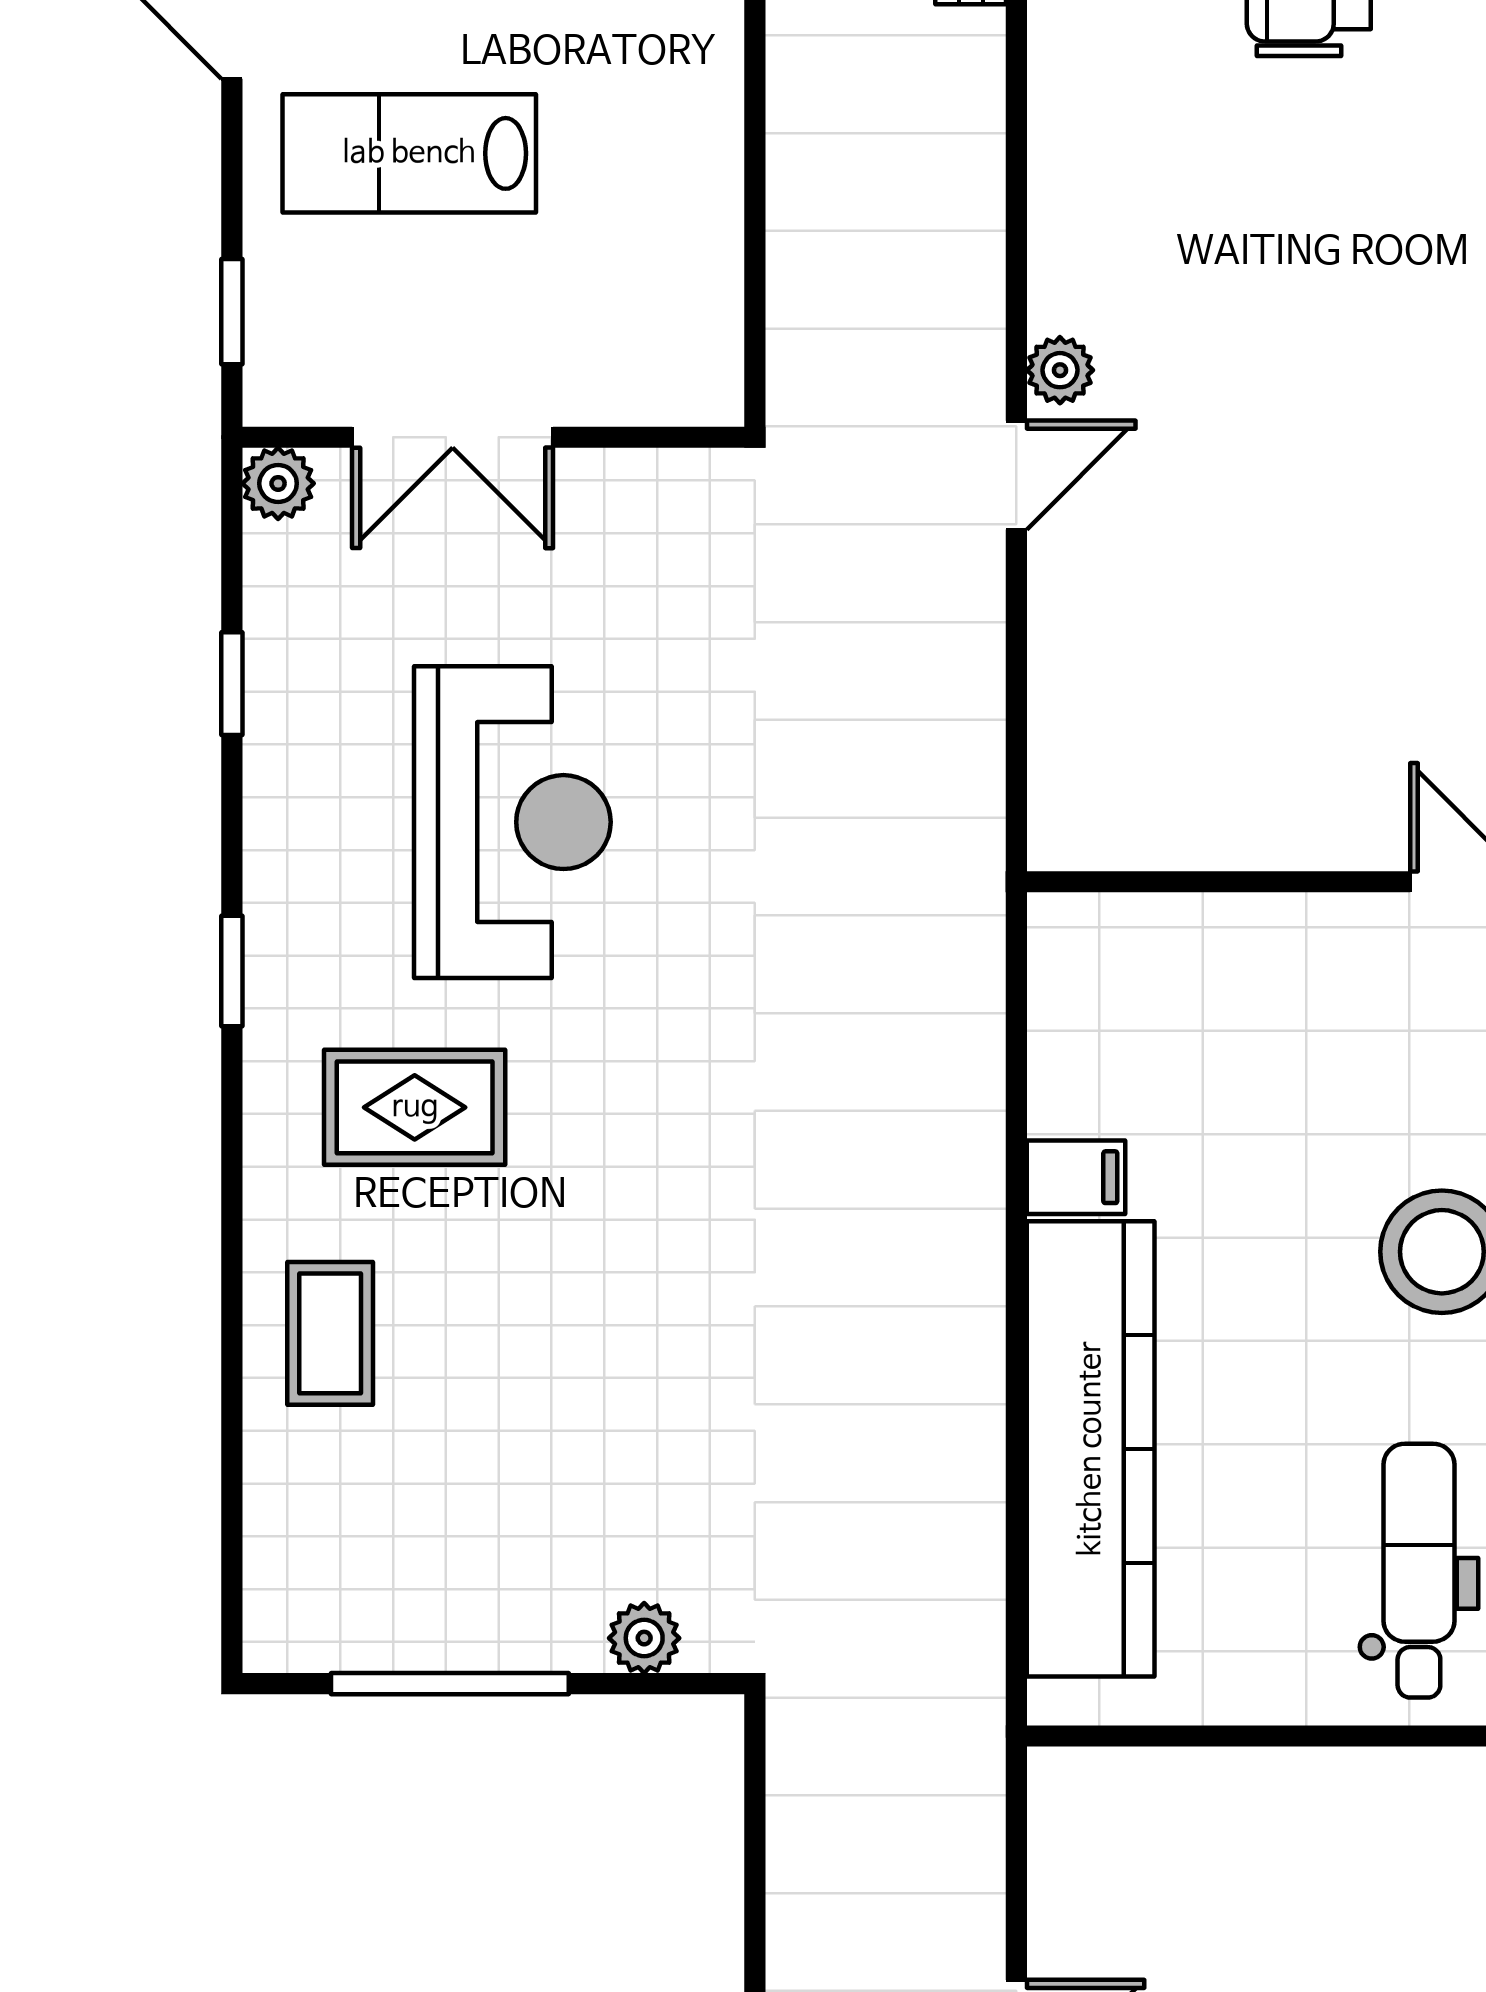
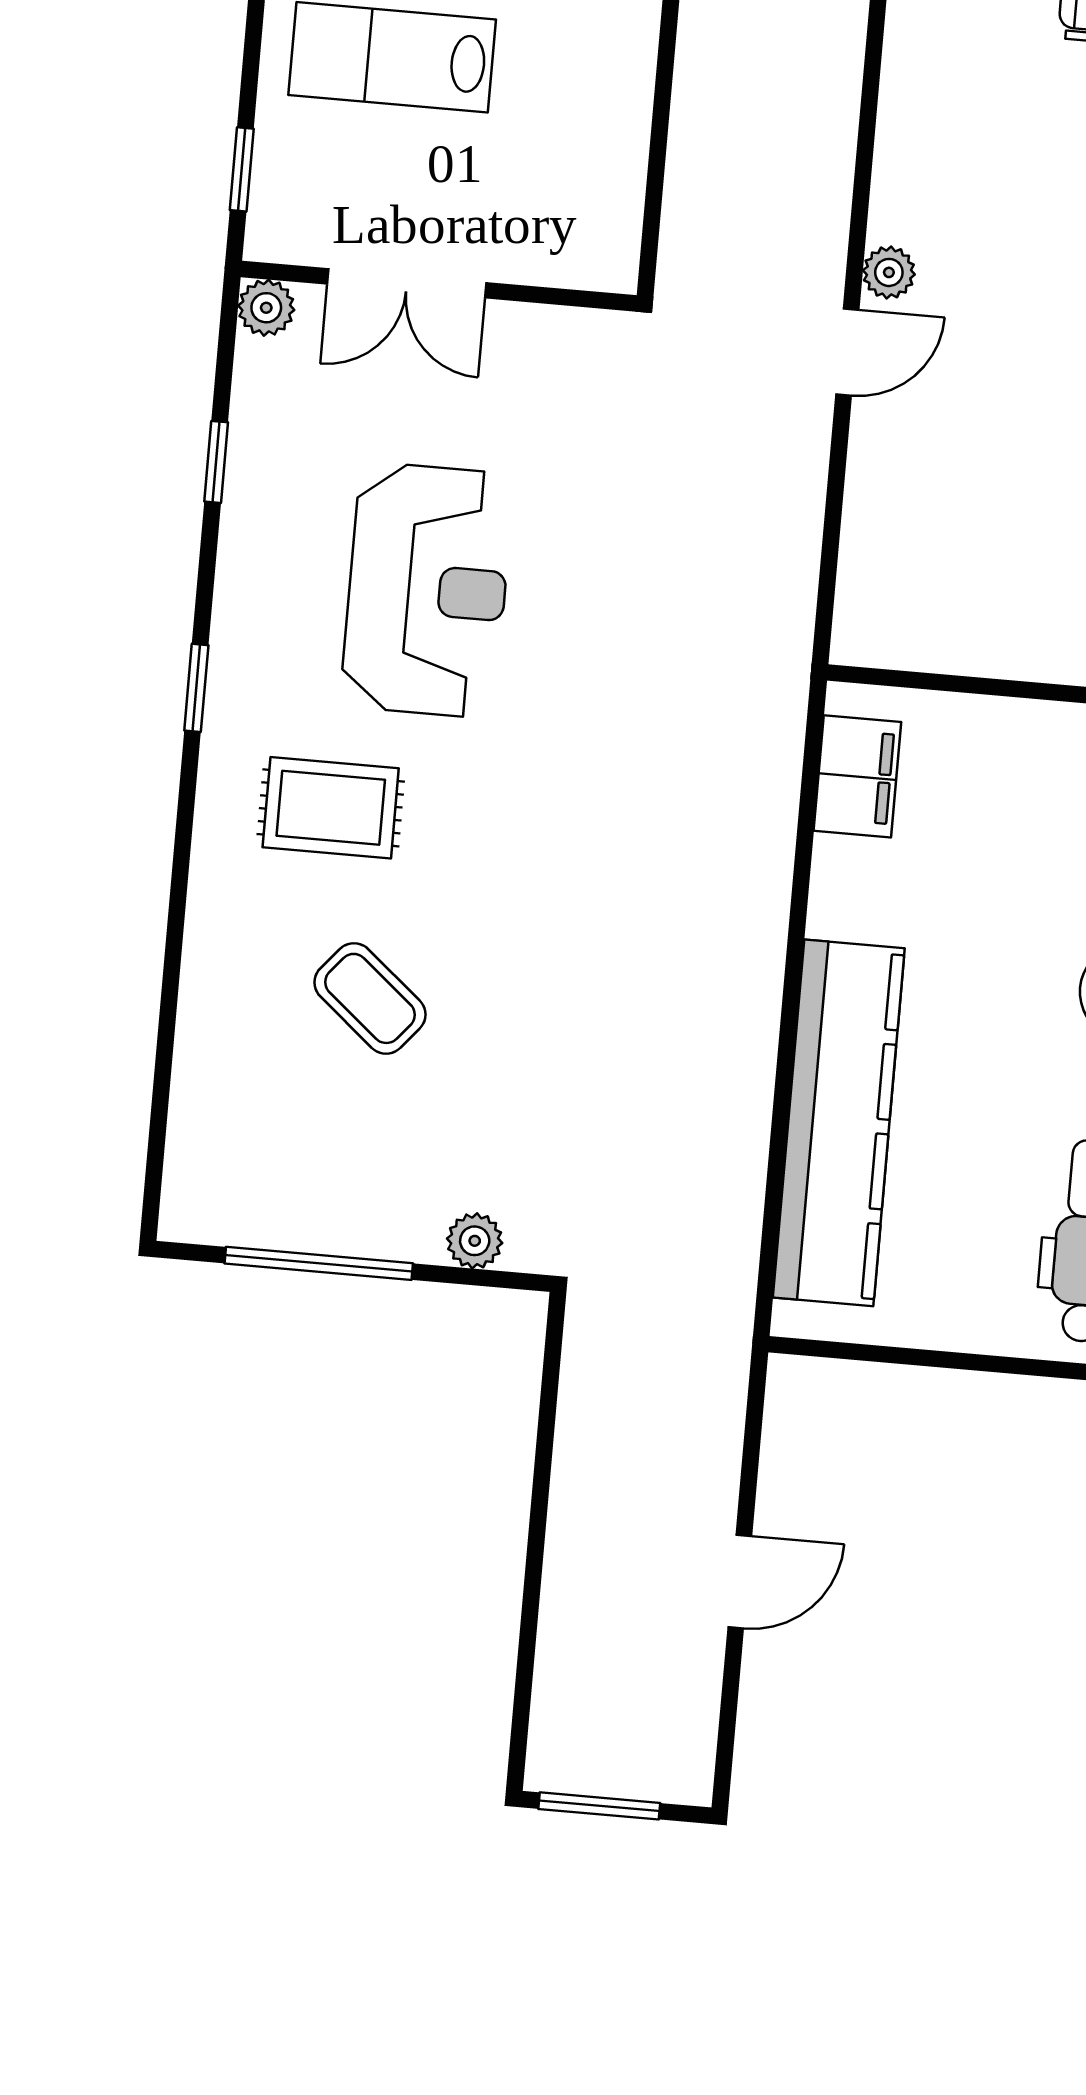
filing cabinet: (1076, 1177) -> (857, 776), moved, width x2.00
coffee table: (330, 1333) -> (370, 998), moved, turned -50

